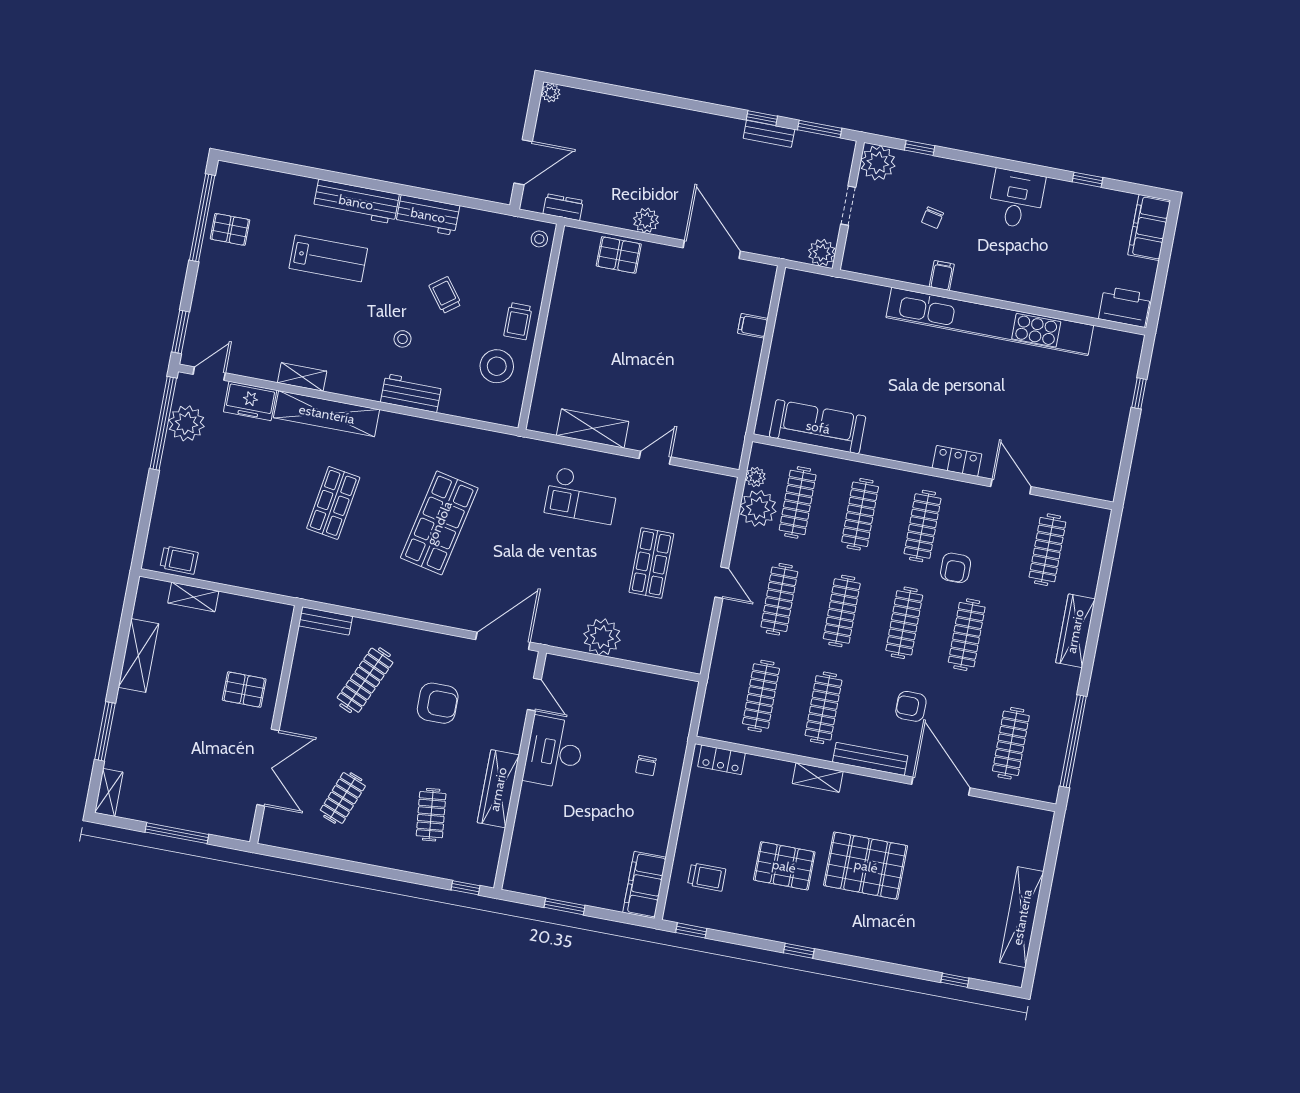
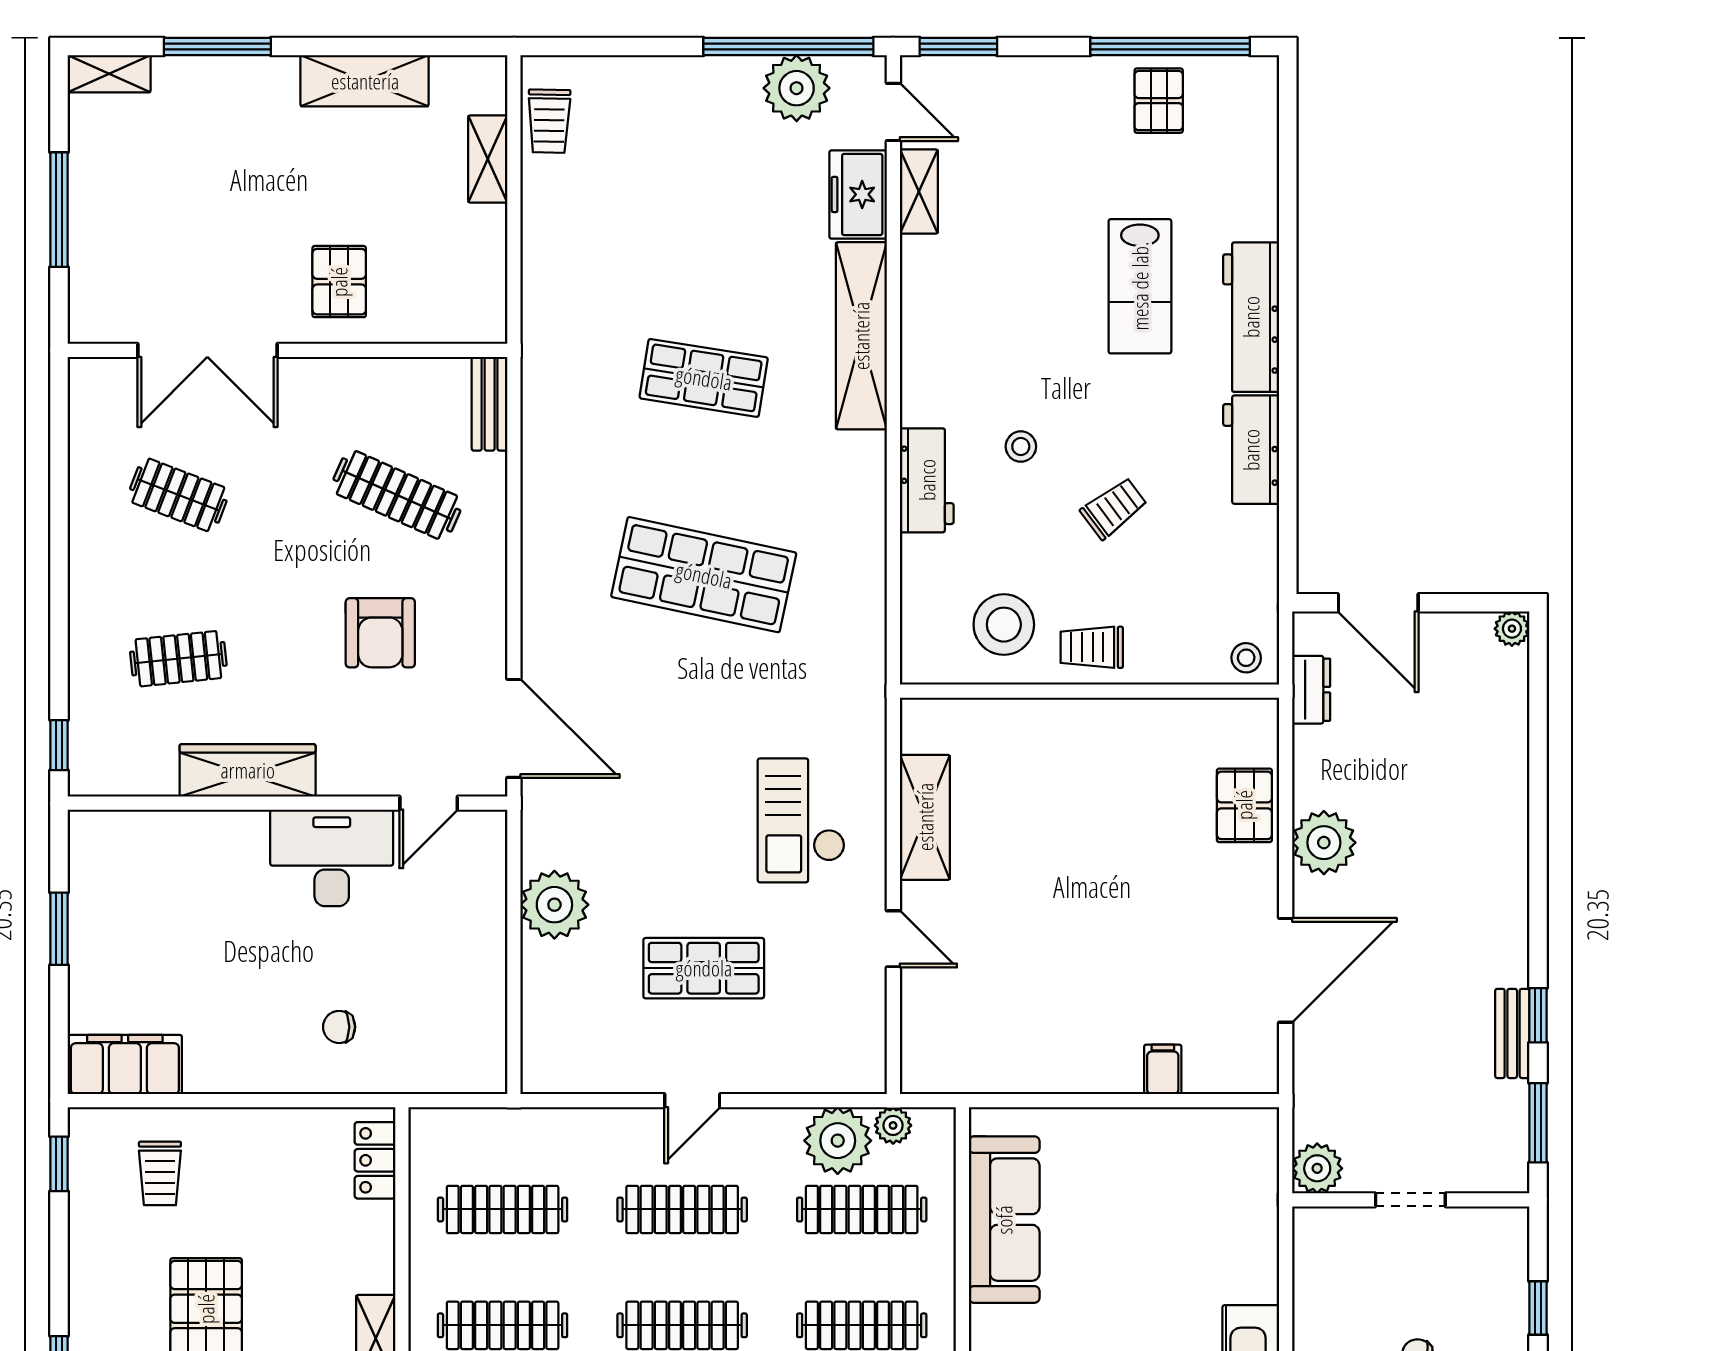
plant: (878, 163) -> (1497, 1238), removed
plant: (646, 220) -> (1324, 843), width x1.36, depth x1.36
shelving: (302, 377) -> (919, 192), moved

